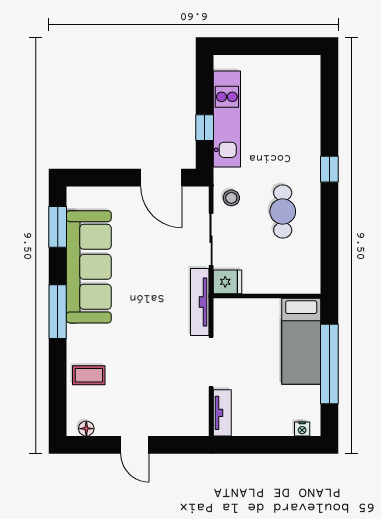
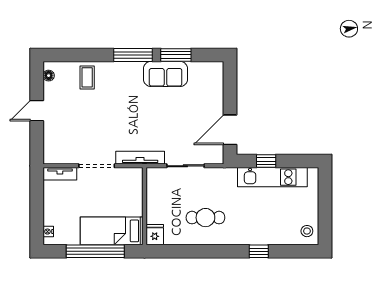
window: (329, 169) -> (259, 251), moved
stool: (231, 198) -> (307, 231), moved
window: (58, 227) -> (176, 55), moved
sofa: (89, 267) -> (166, 74), width x0.54, depth x0.79
fridge: (227, 282) -> (155, 235), moved, turned 180

